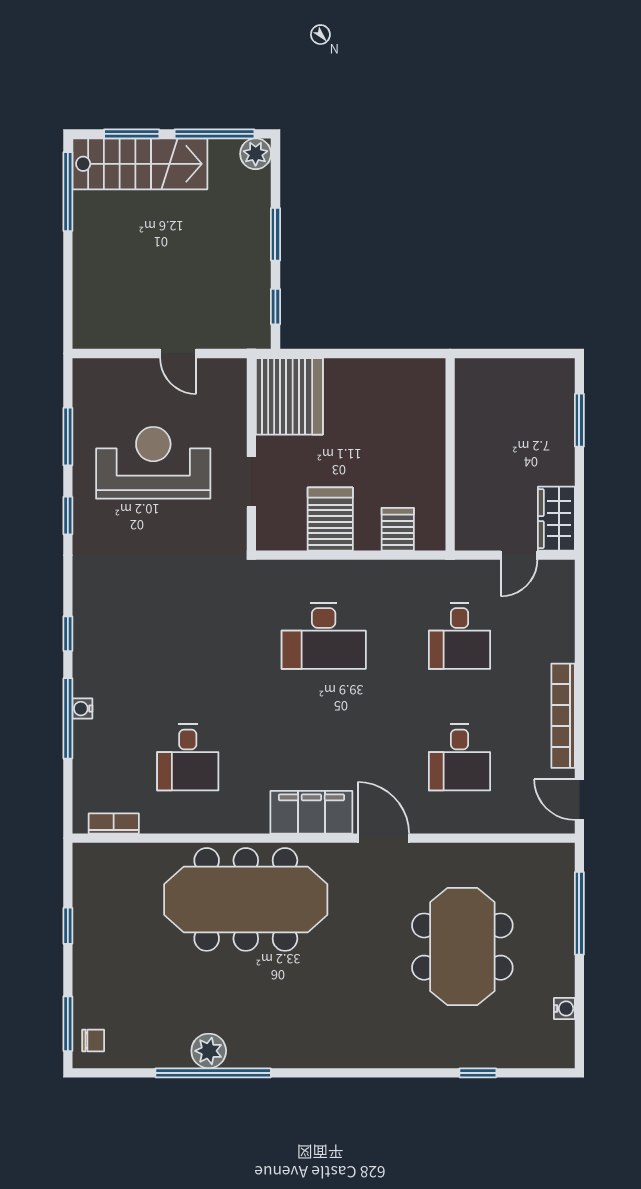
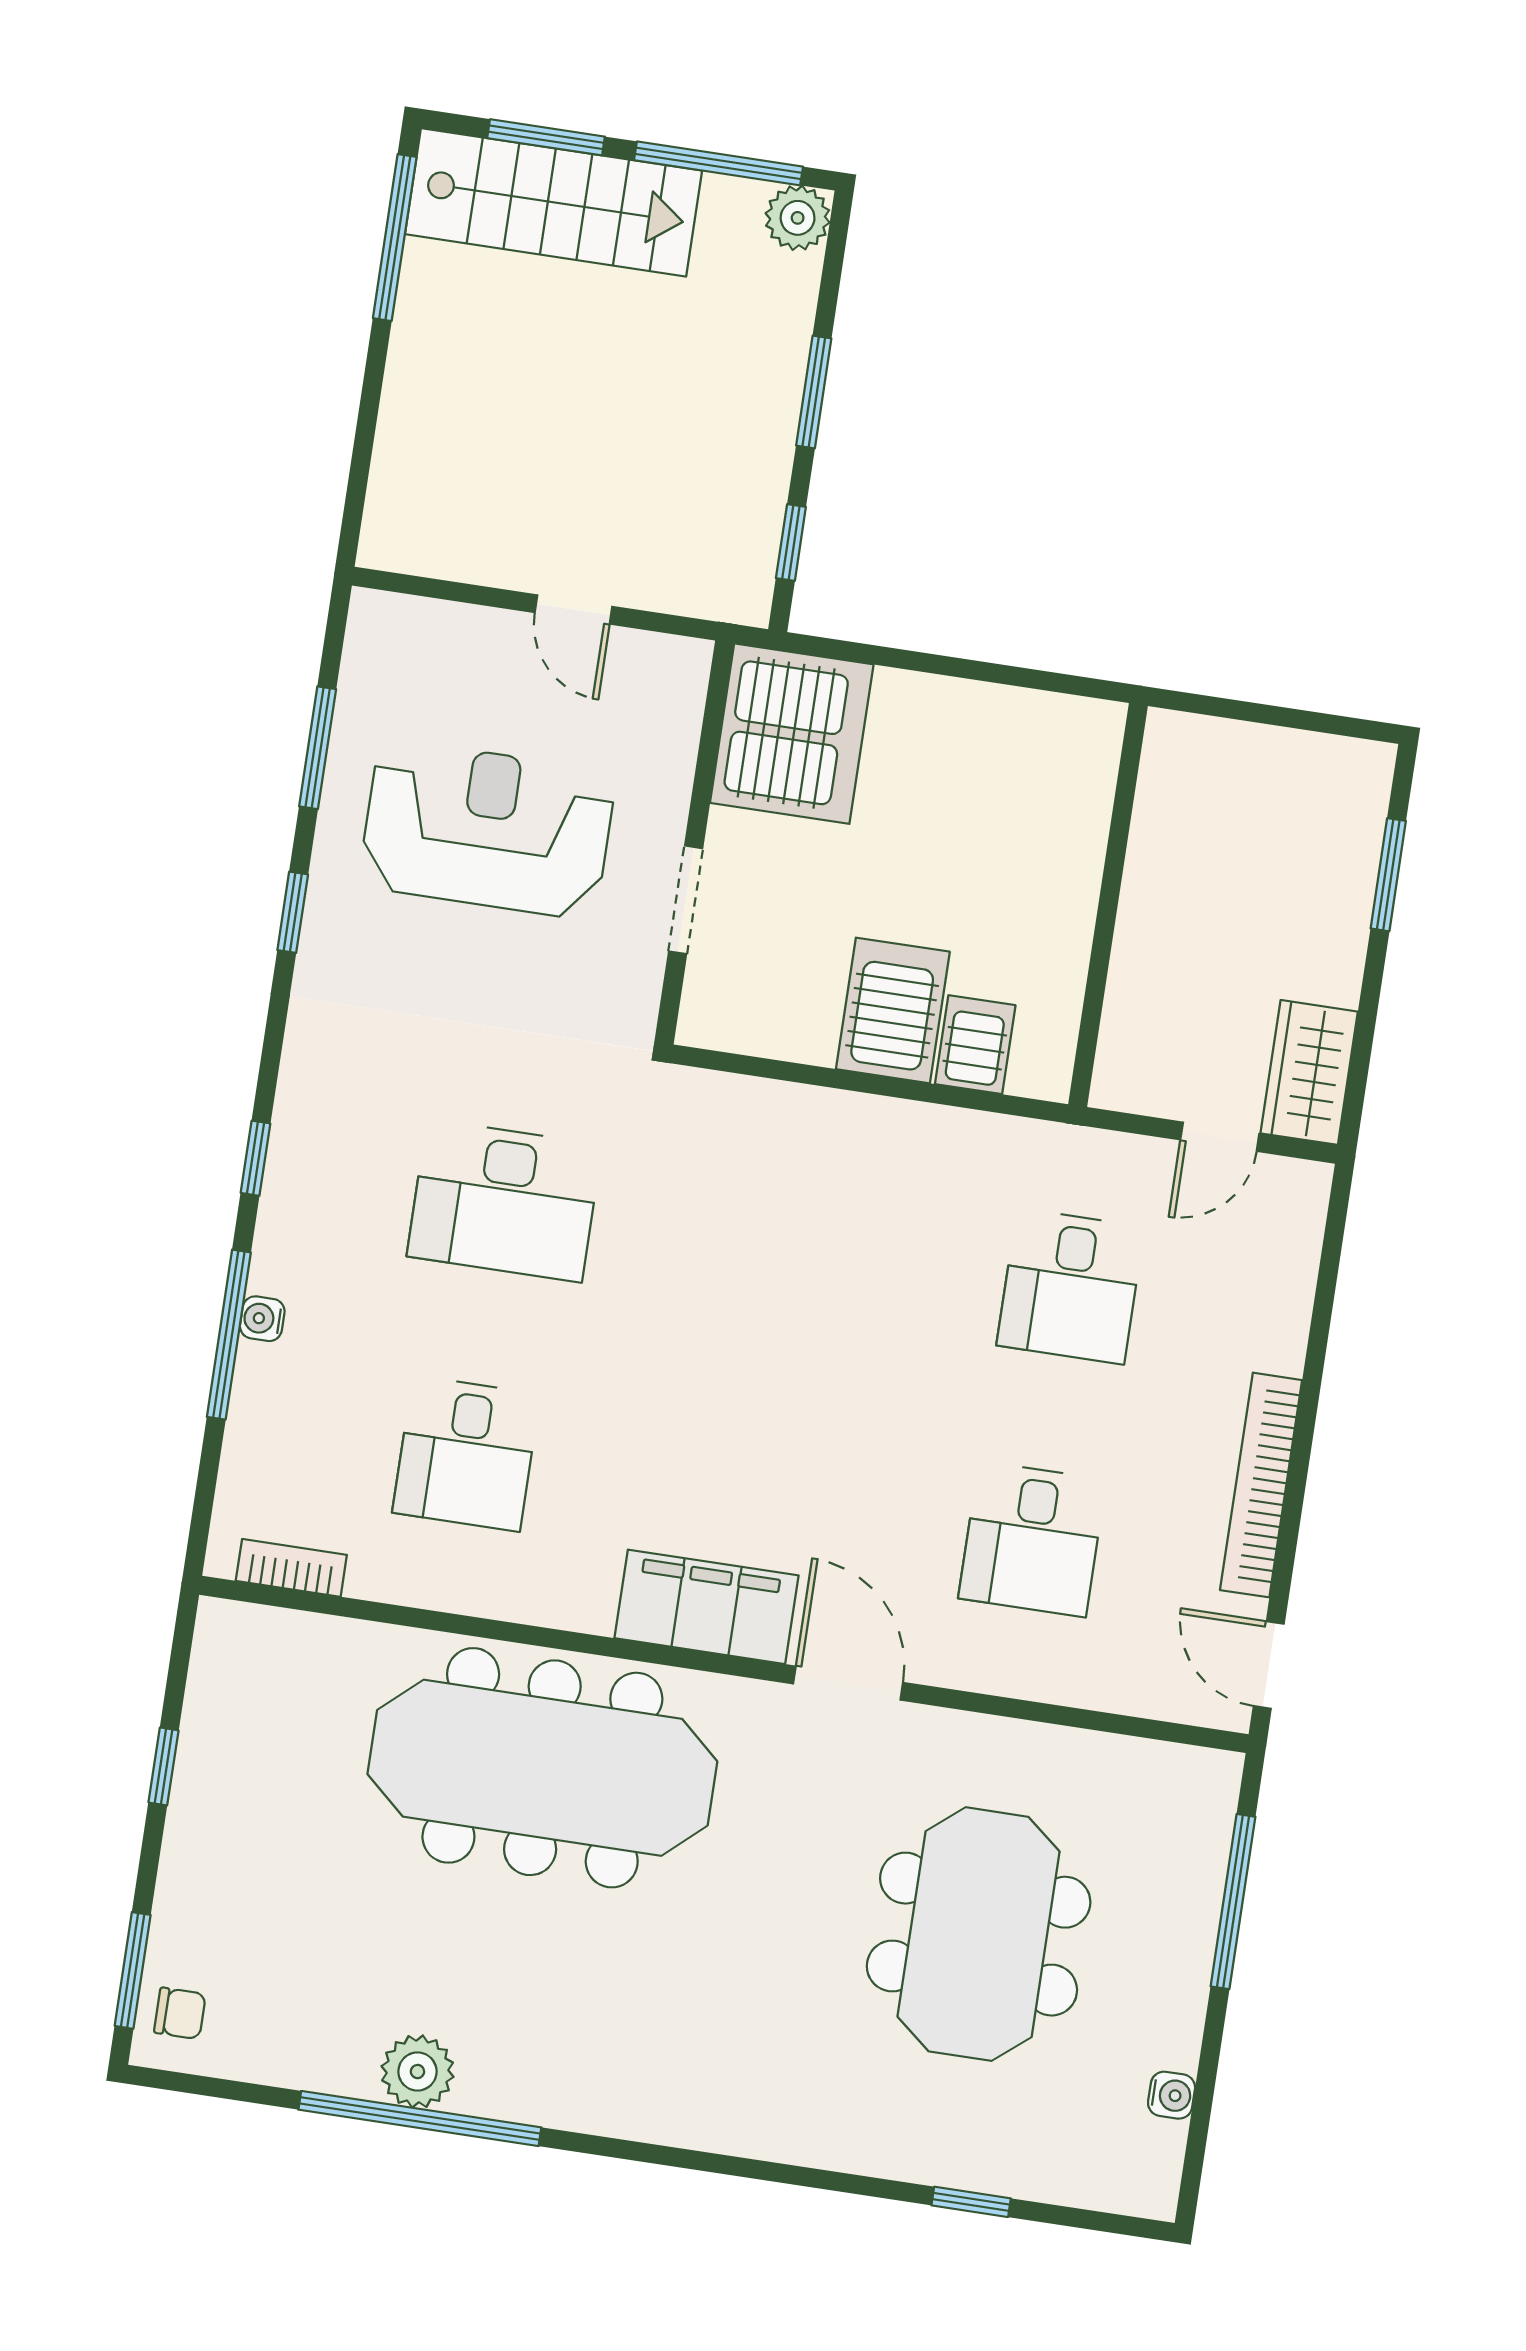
server rack: (330, 519) -> (893, 1010), moved
desk: (324, 636) -> (505, 1201), moved

